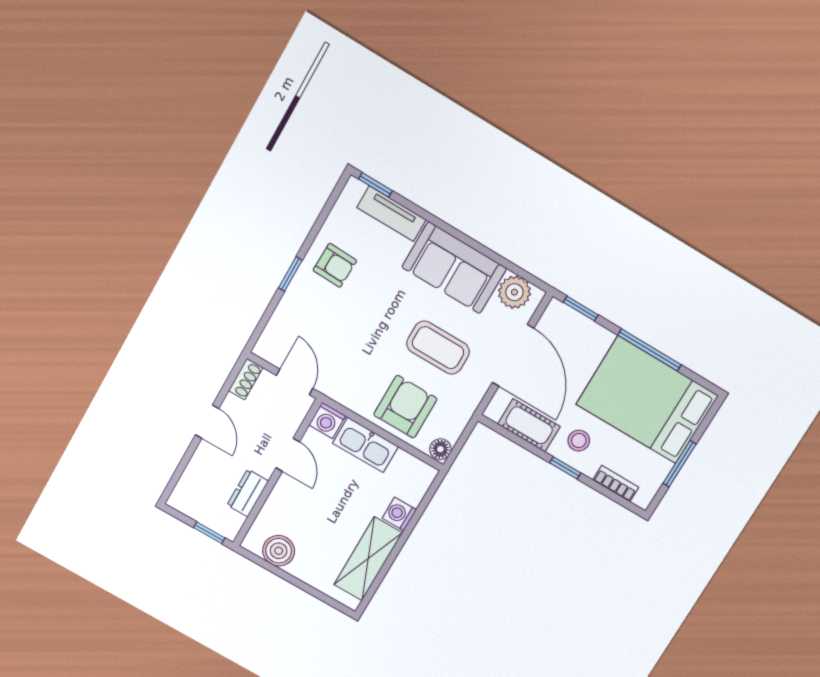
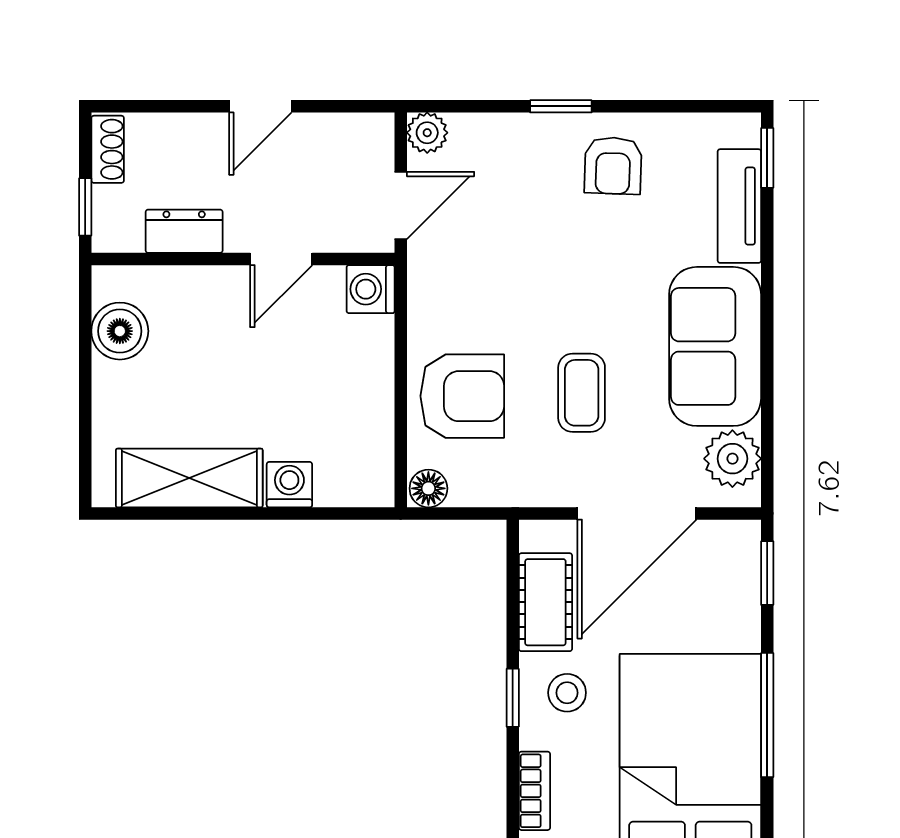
plant: (266, 348) -> (427, 133), added
coffee table: (438, 348) -> (582, 393), width x0.73, depth x0.77
shoe rack: (246, 379) -> (108, 149), moved, turned -90
kitchen sink: (365, 445) -> (367, 369), removed

